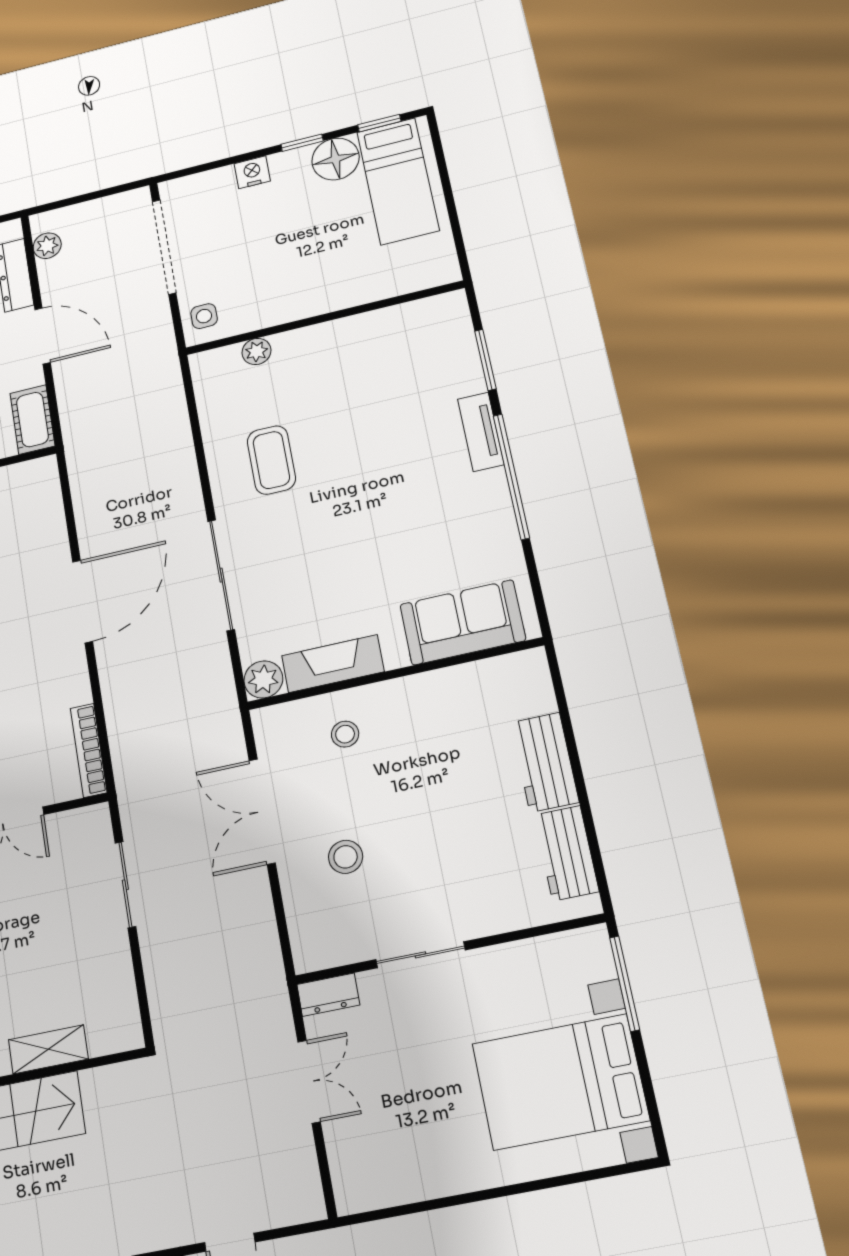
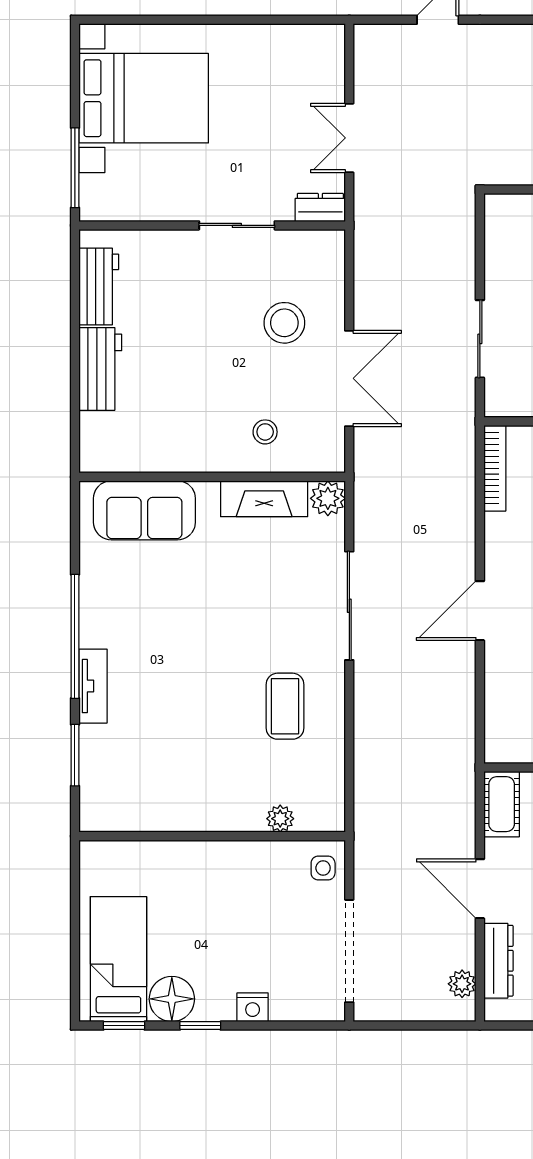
door: (83, 601) -> (480, 611), width x0.73
stool: (346, 857) -> (284, 323), width x1.38, depth x1.38

